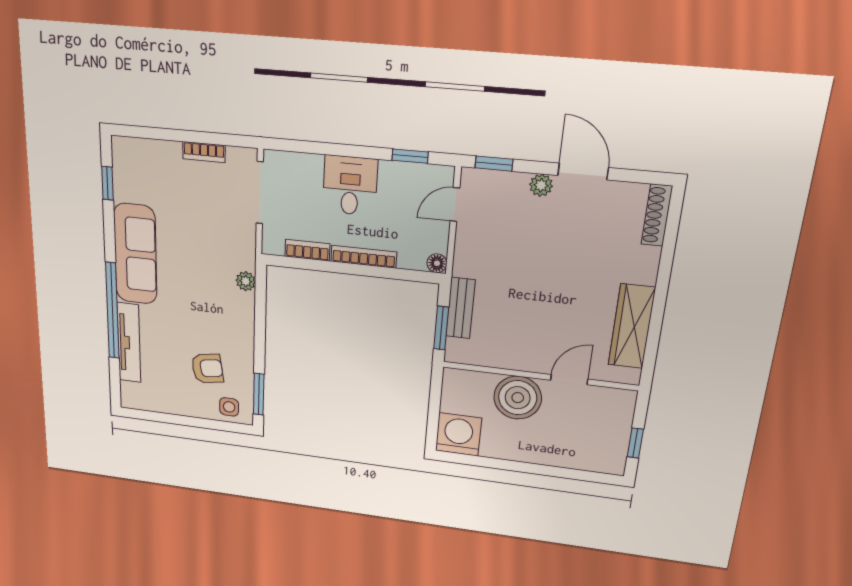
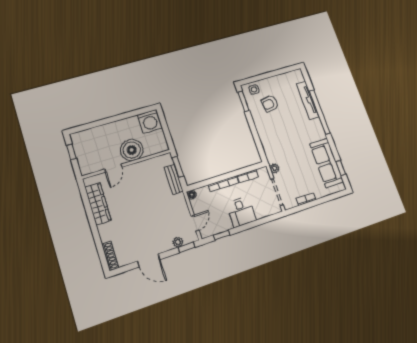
plant: (541, 185) -> (178, 242), moved
sofa: (135, 254) -> (327, 163), moved
plant: (246, 281) -> (275, 168), moved

